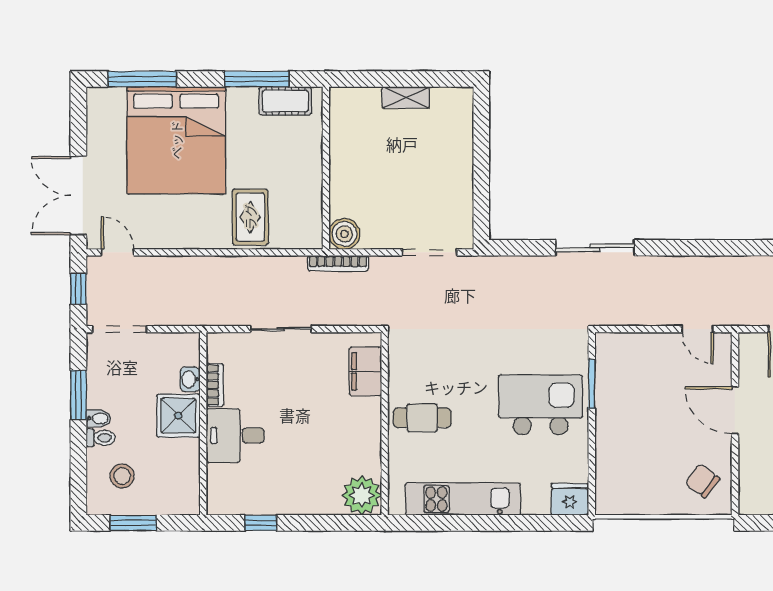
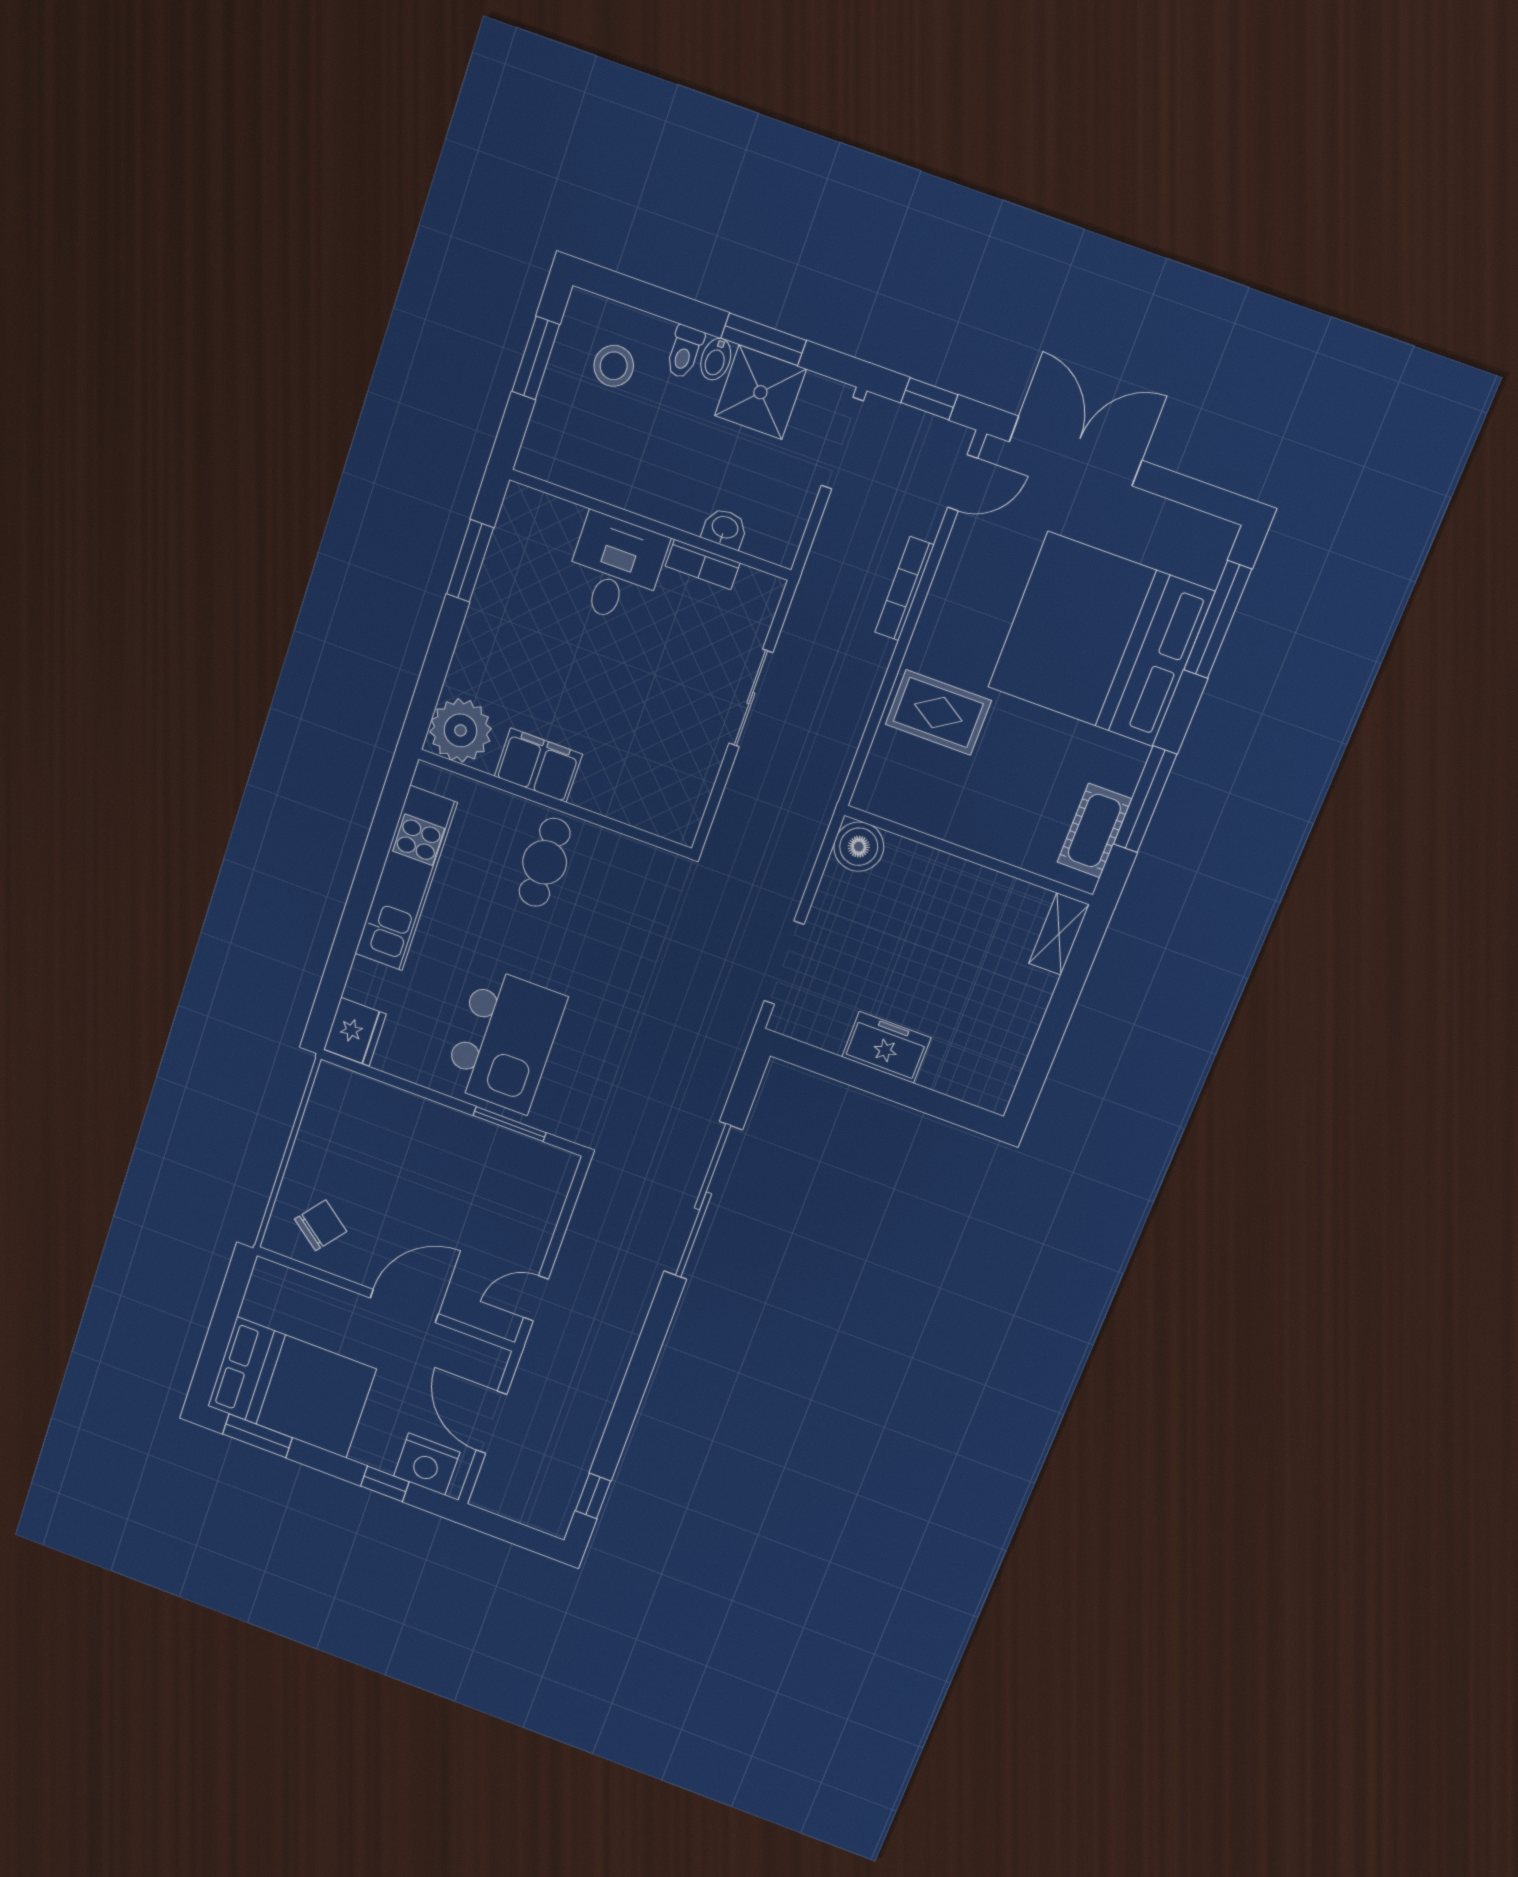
shelving: (406, 97) -> (1059, 934), moved
freezer: (458, 172) -> (886, 1047), added
sliding door: (595, 248) -> (703, 1201), width x1.36
bookcase: (338, 263) -> (904, 589), moved
filing cabinet: (365, 371) -> (538, 765), moved
shower: (178, 416) -> (760, 392), moved
window: (261, 523) -> (470, 561), width x1.50

